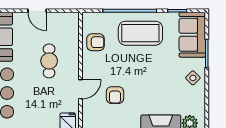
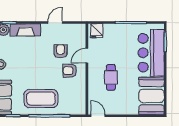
door: (37, 11) -> (98, 116), moved
armchair: (95, 42) -> (70, 71), moved

